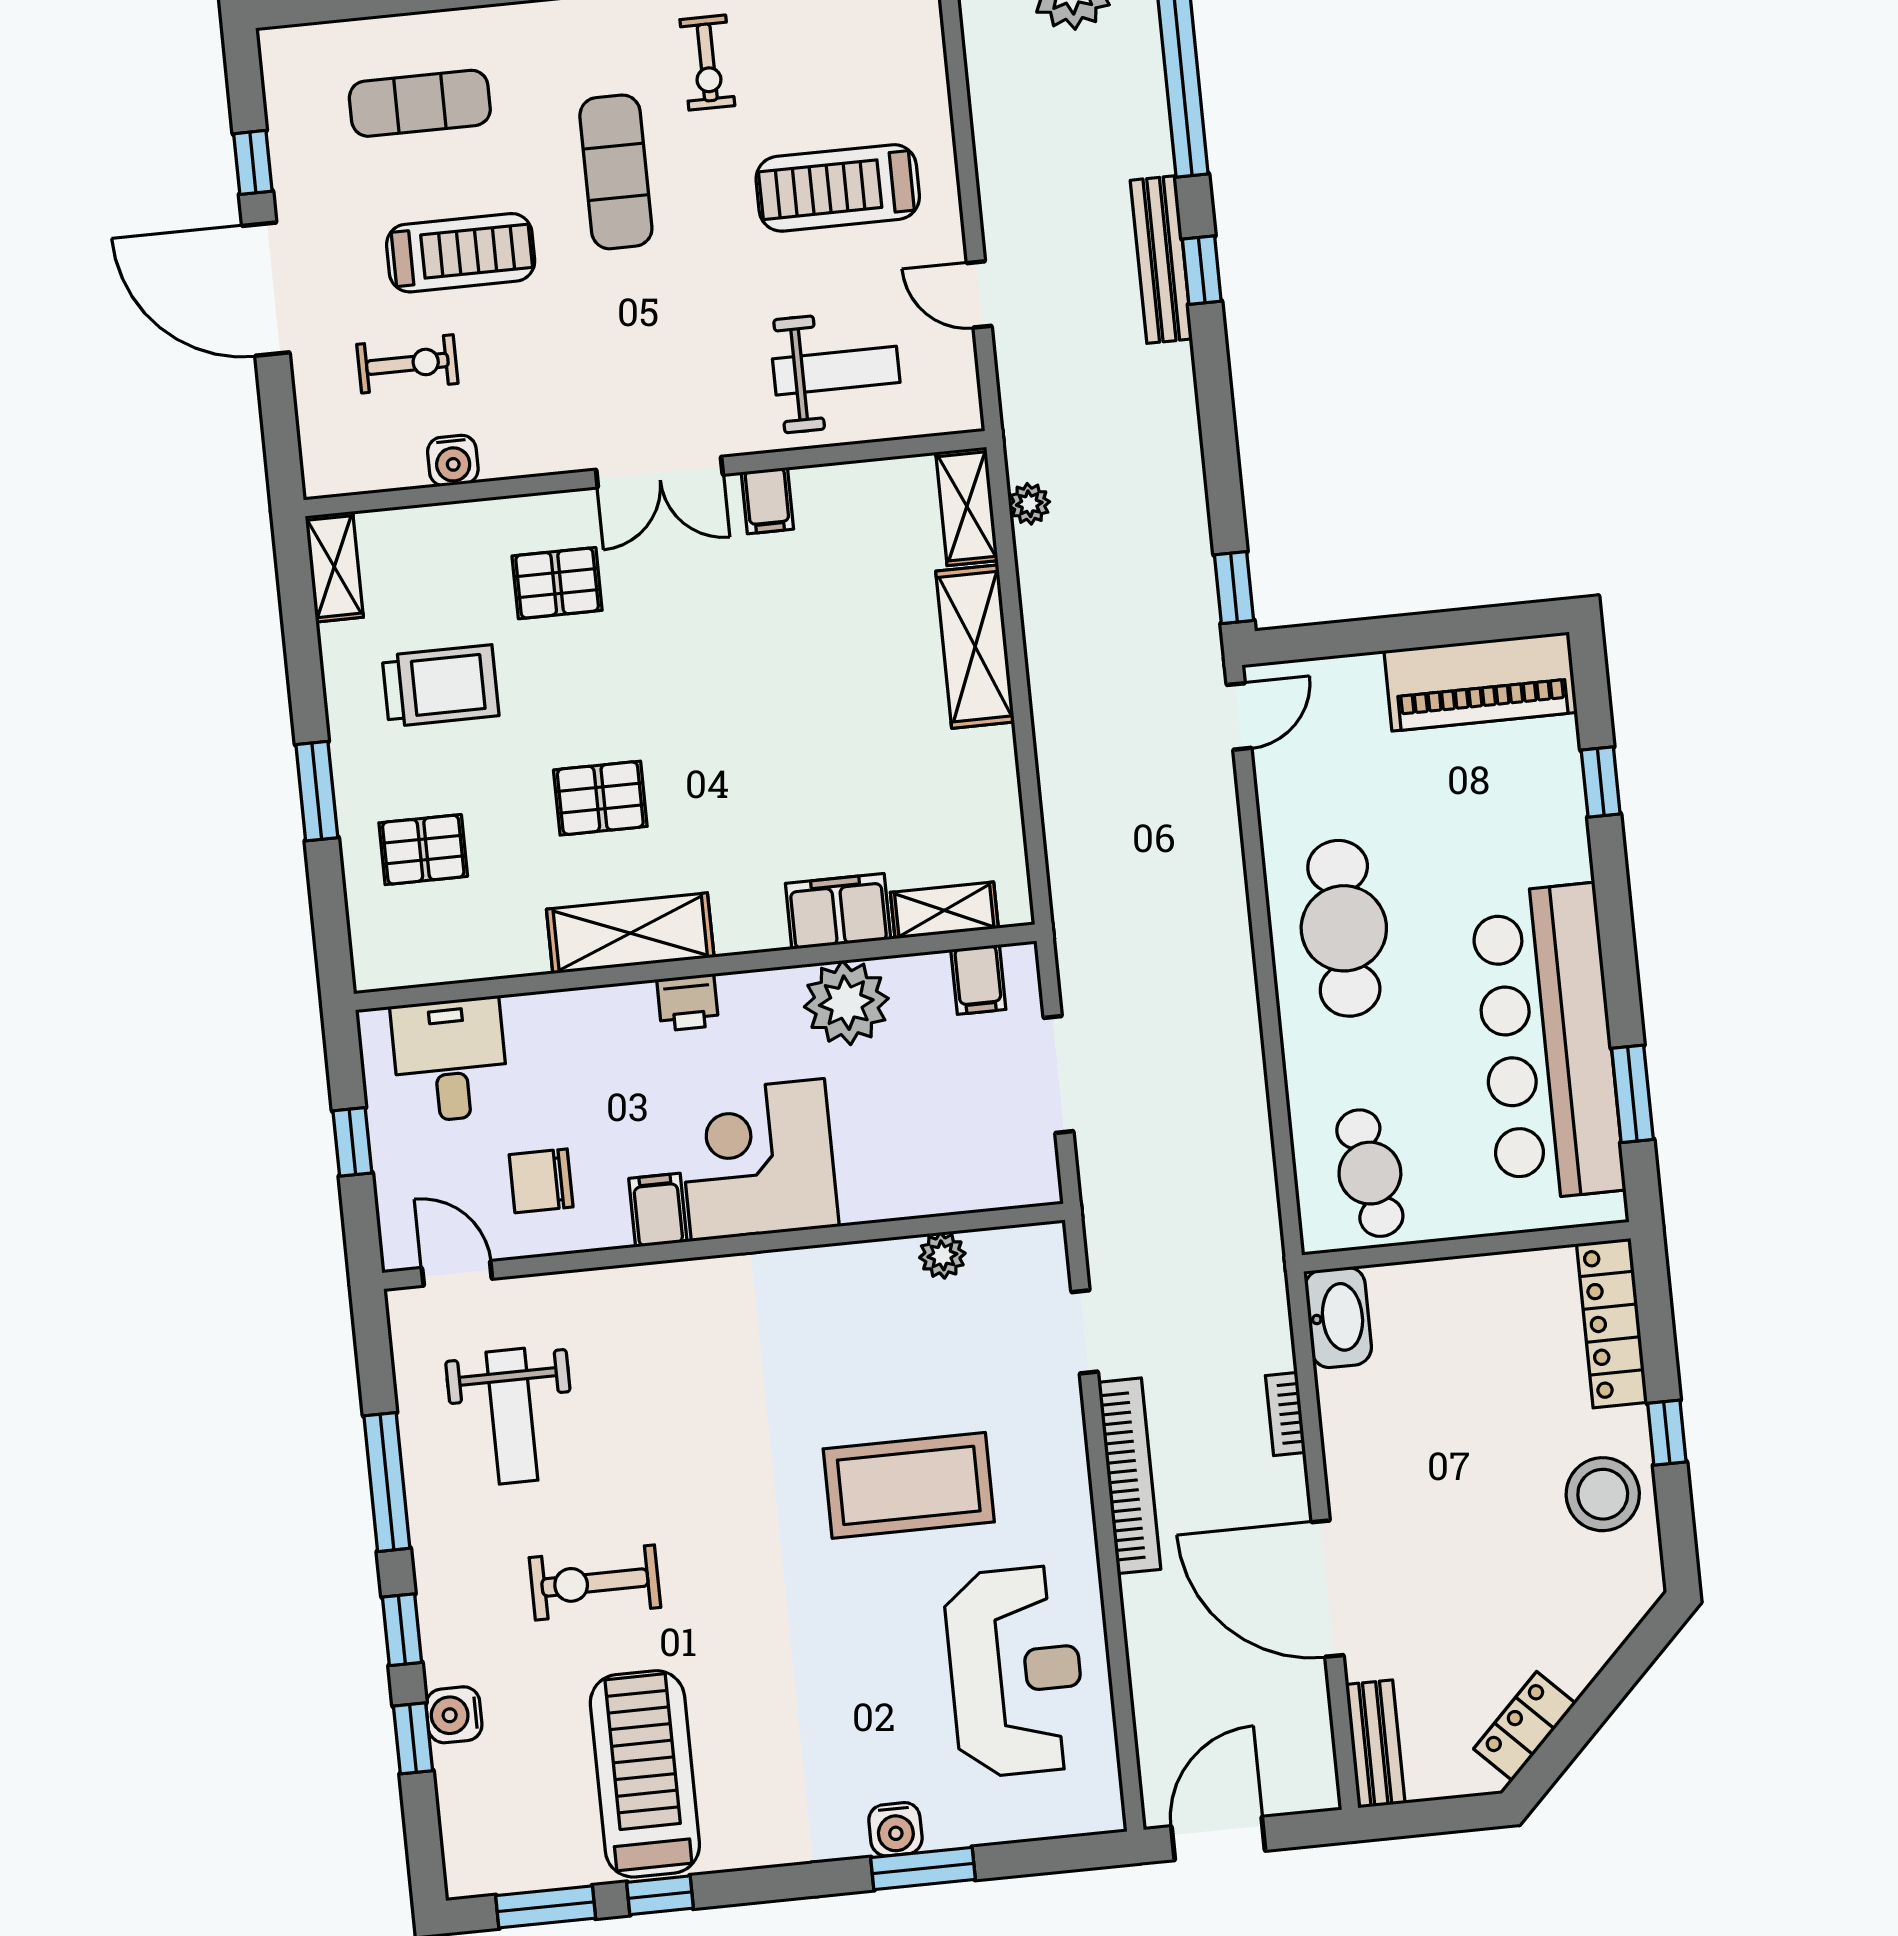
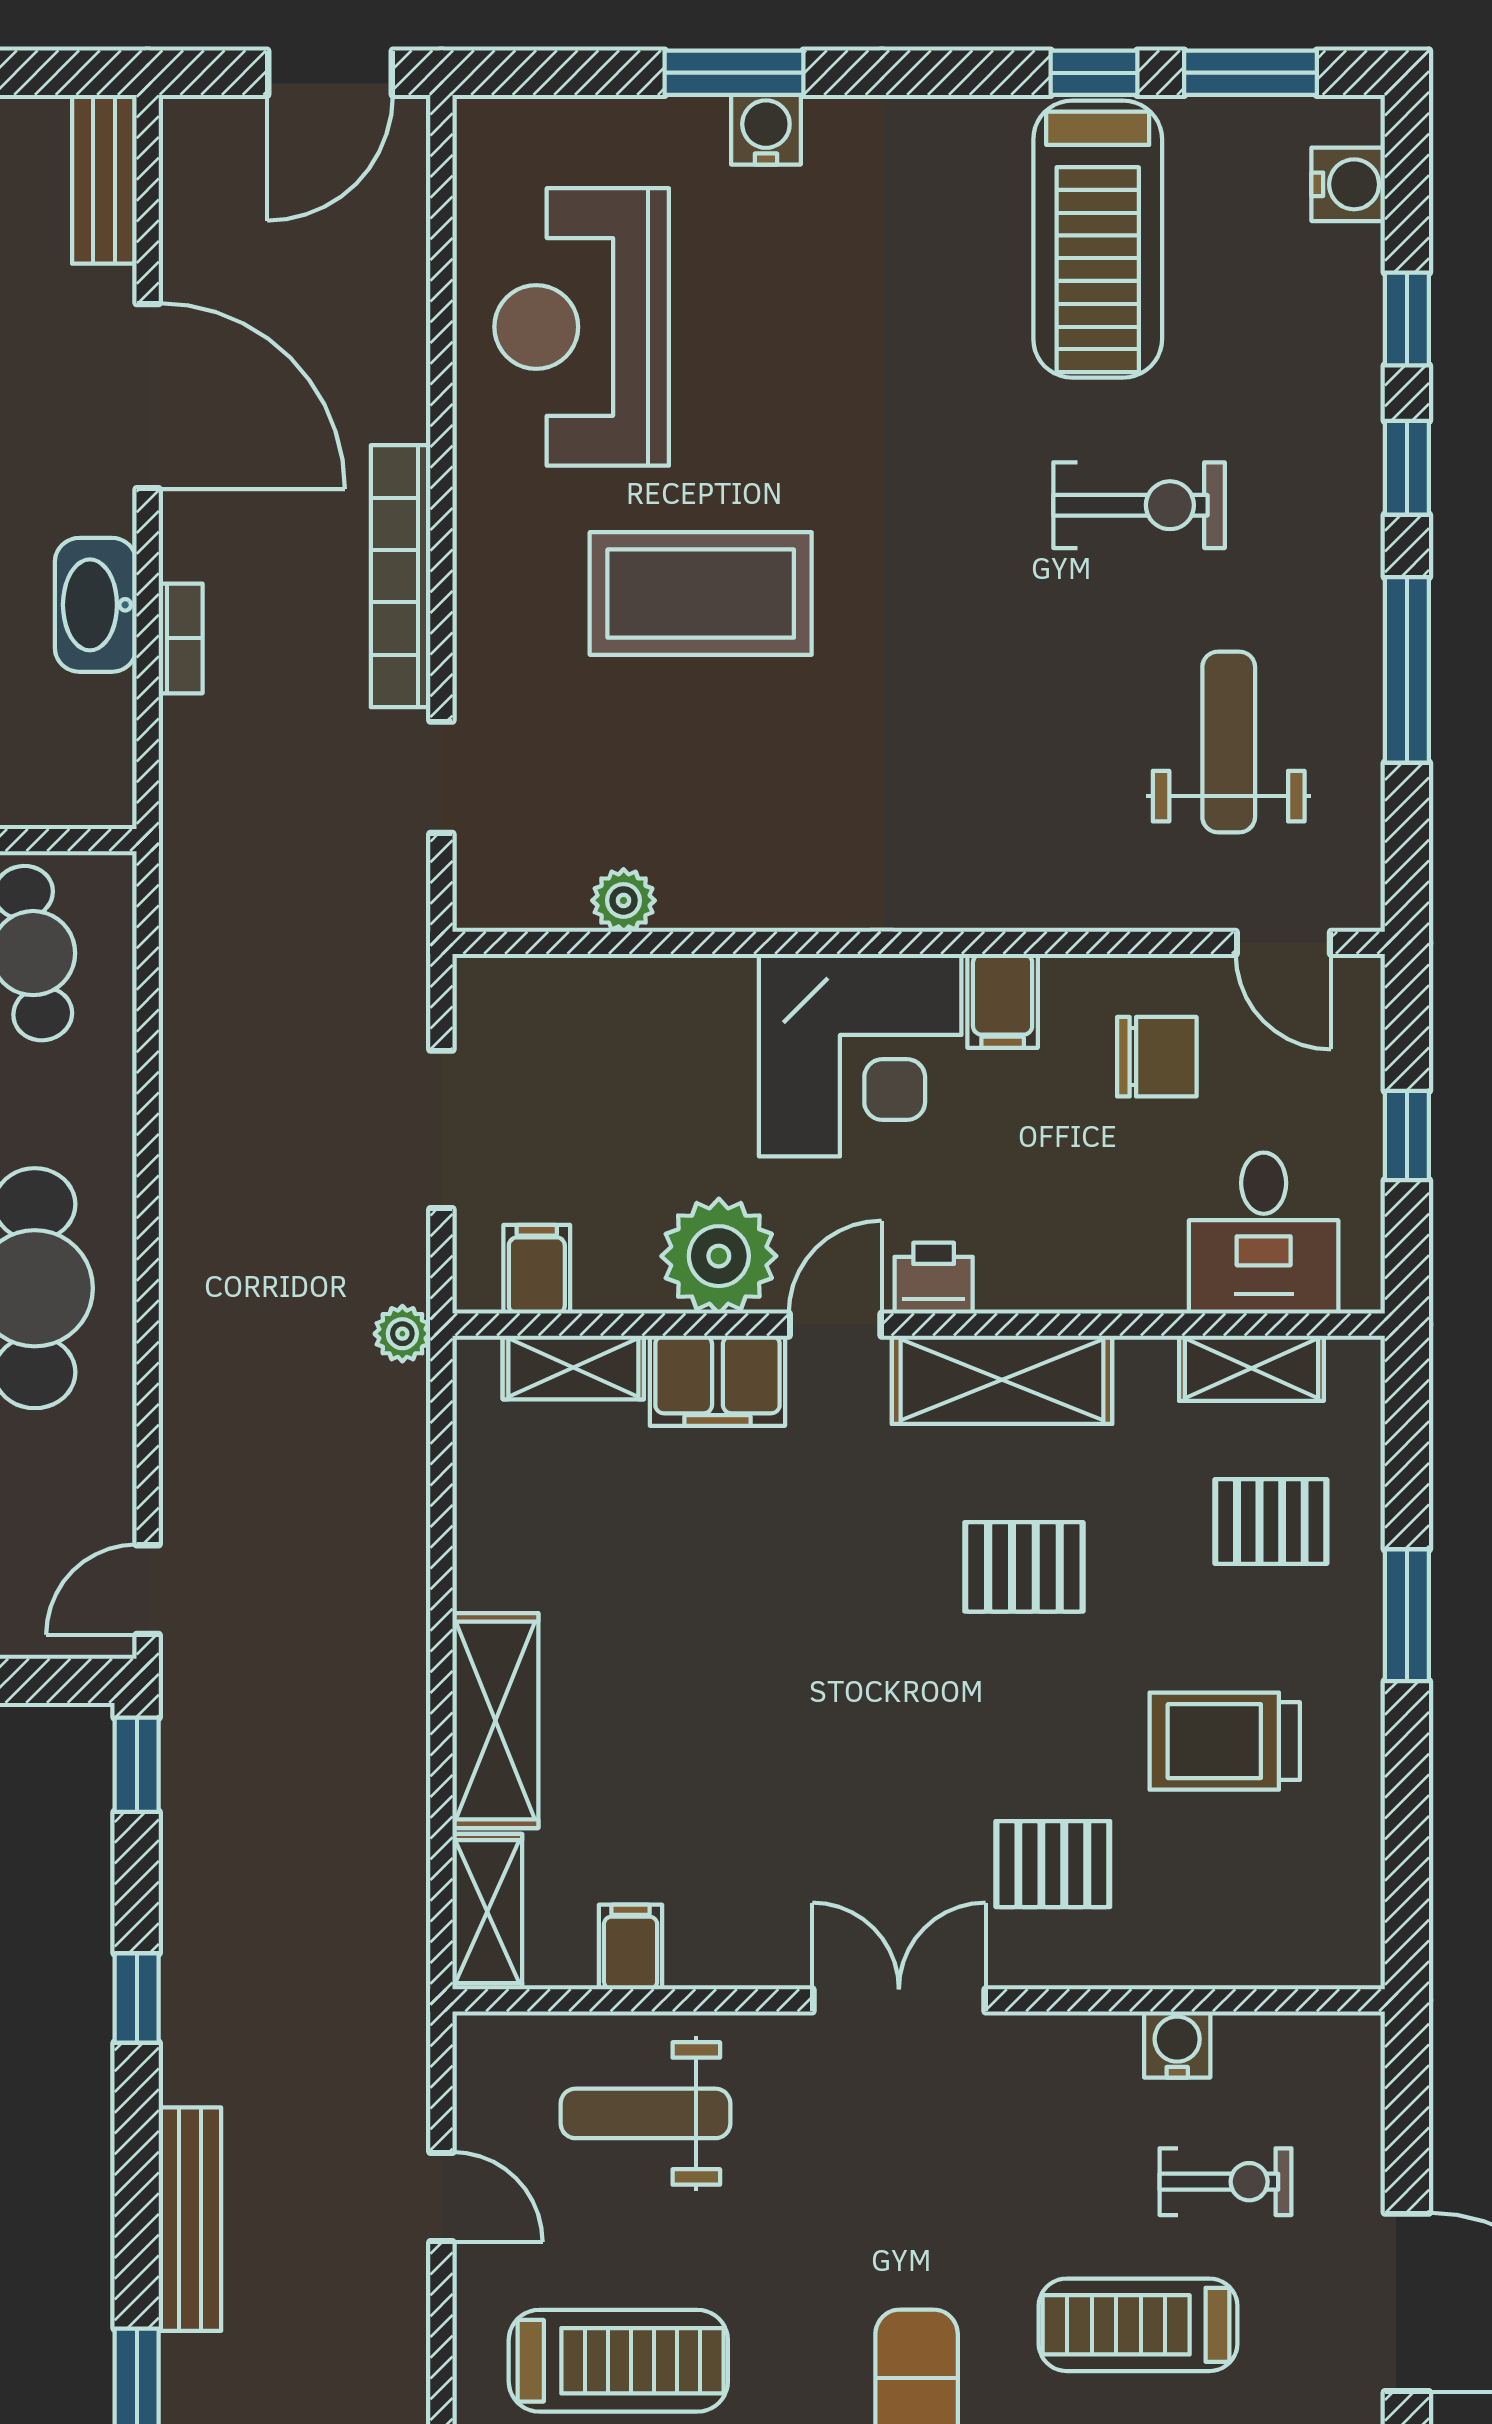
window: (1202, 270) -> (137, 1998), moved
exercise bike: (407, 364) -> (1225, 2182), turned 180
filing cabinet: (767, 501) -> (631, 1947), moved
plant: (1029, 504) -> (402, 1334), moved
shelving: (334, 567) -> (1251, 1368), moved, turned 90
door: (756, 961) -> (835, 1325), added
washbasin: (1338, 1317) -> (96, 605), moved
water cooler: (454, 1715) -> (1348, 184), moved

